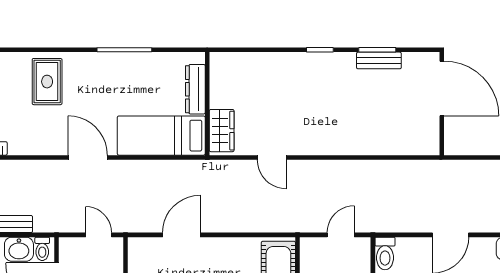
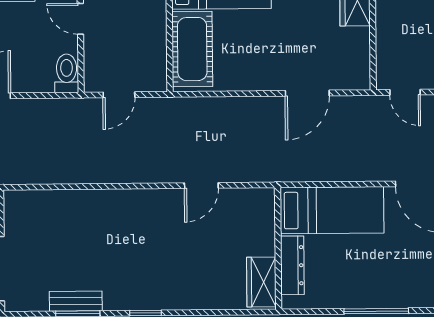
wardrobe: (222, 131) -> (261, 282), moved
door: (272, 157) -> (201, 186), swing flipped

